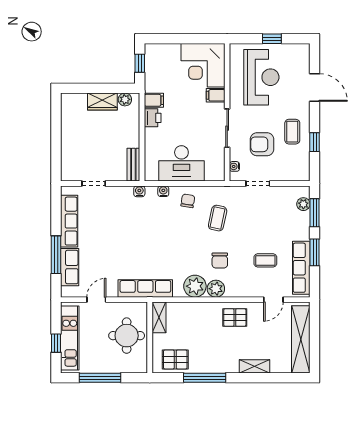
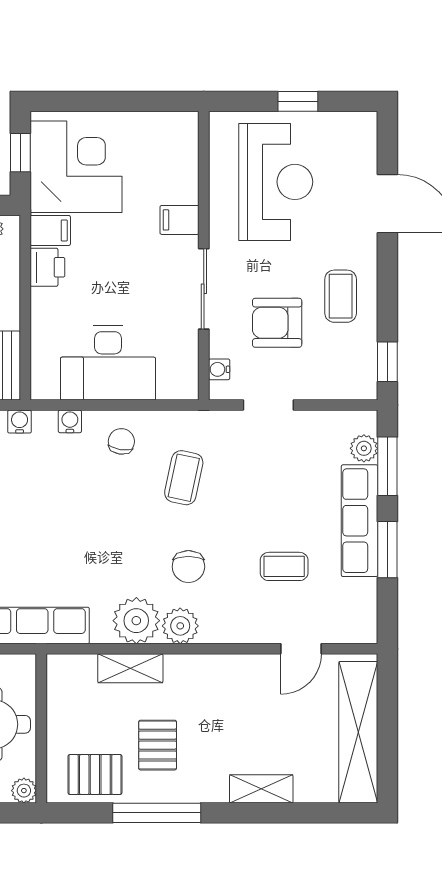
corner desk: (203, 65) -> (76, 167), moved, turned 180
window: (315, 142) -> (387, 362), moved
row of seats: (301, 268) -> (360, 521), moved
shelving: (159, 317) -> (130, 668), moved, turned 90
pallet: (235, 318) -> (158, 745), moved, turned 90
plant: (141, 367) -> (24, 791), added

